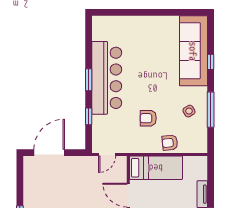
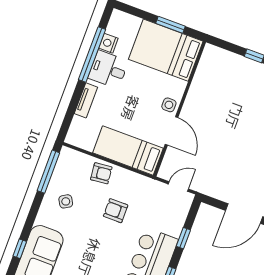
window: (211, 110) -> (48, 172), moved
armchair: (148, 118) -> (116, 211), turned 180

